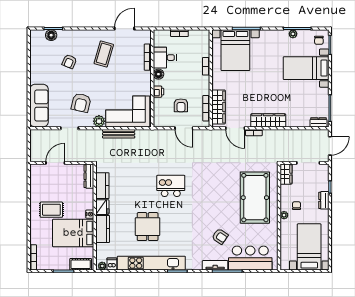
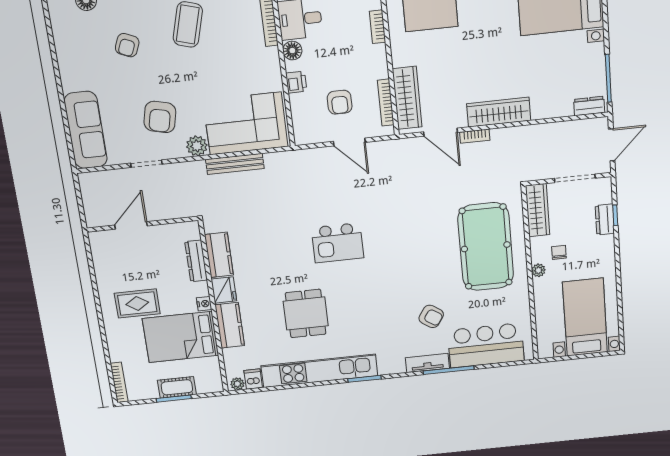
wardrobe: (286, 174) -> (538, 210), width x1.50
dresser: (89, 176) -> (196, 261), moved
kitchen island: (171, 186) -> (338, 243), turned 180
dresser: (324, 200) -> (605, 219), moved
cot: (81, 264) -> (177, 387), moved

